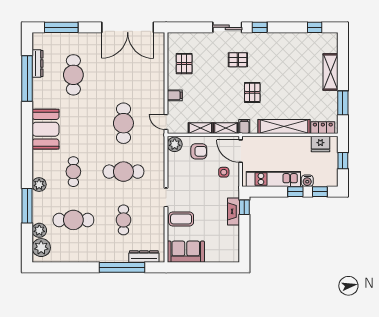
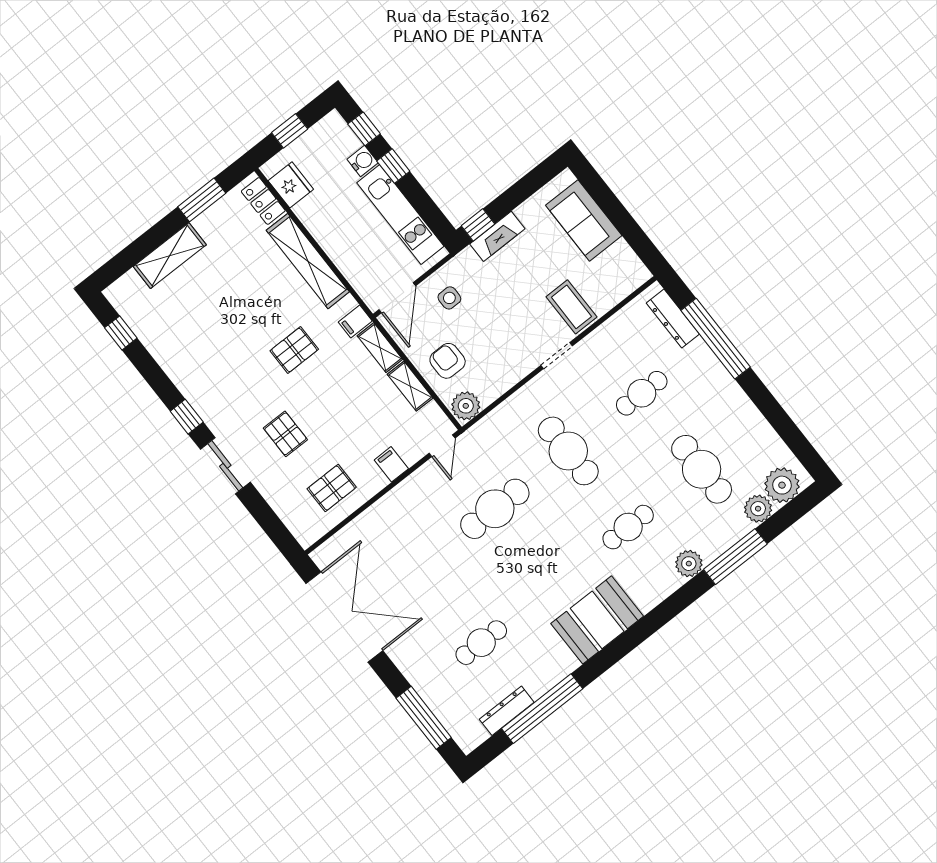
pallet: (238, 60) -> (285, 434), moved
cafe table: (73, 75) -> (481, 643), width x0.73, depth x0.74
sofa: (186, 252) -> (584, 220), moved

